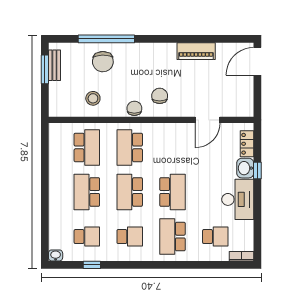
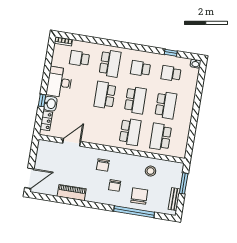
window: (45, 69) -> (184, 183), moved
chair: (134, 108) -> (115, 185), moved

